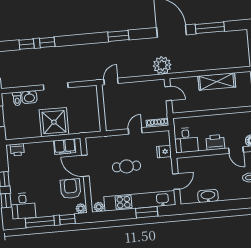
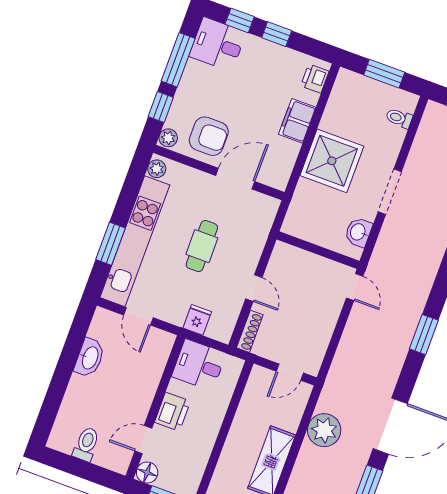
plant: (162, 65) -> (324, 430), moved
washbasin: (29, 97) -> (358, 232), moved
filing cabinet: (65, 147) -> (297, 121), moved

